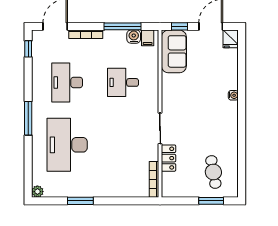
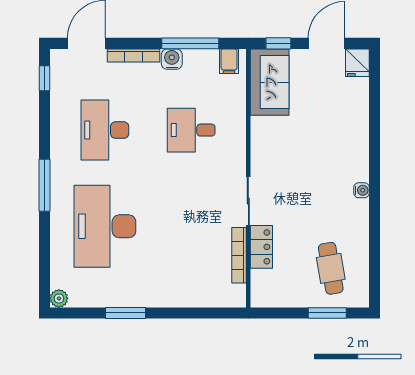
water cooler: (134, 37) -> (172, 59), moved
water cooler: (233, 95) -> (362, 190), moved
bookcase: (154, 179) -> (239, 255), moved

